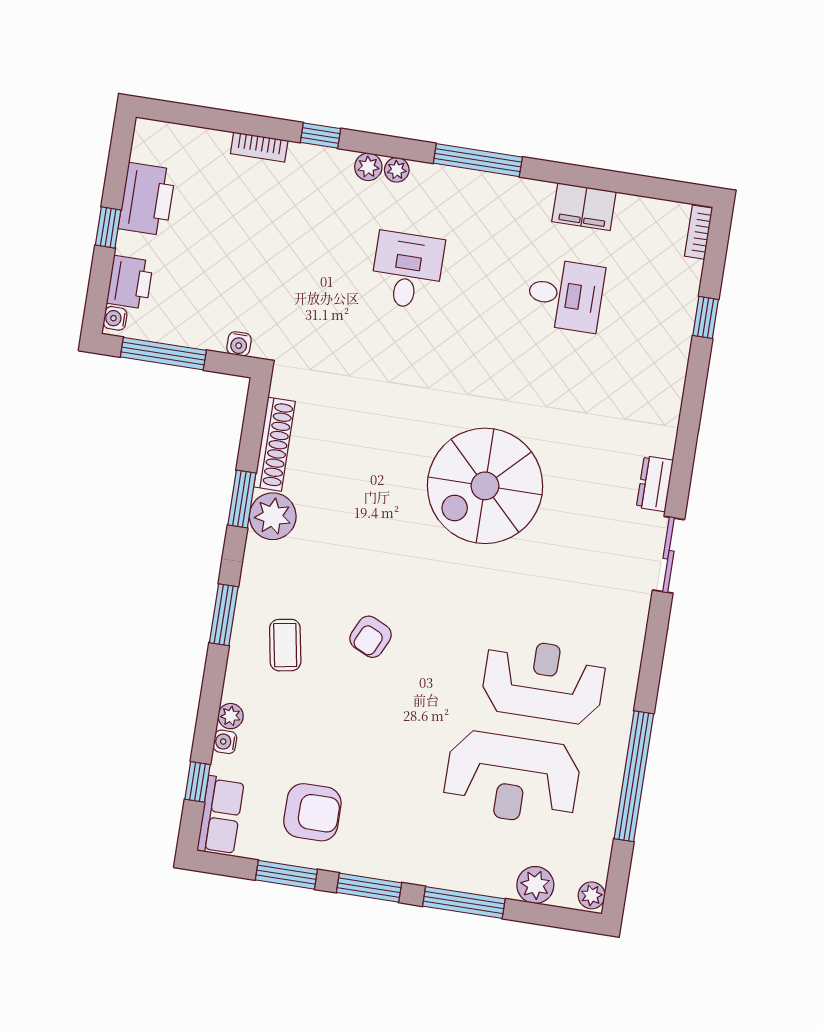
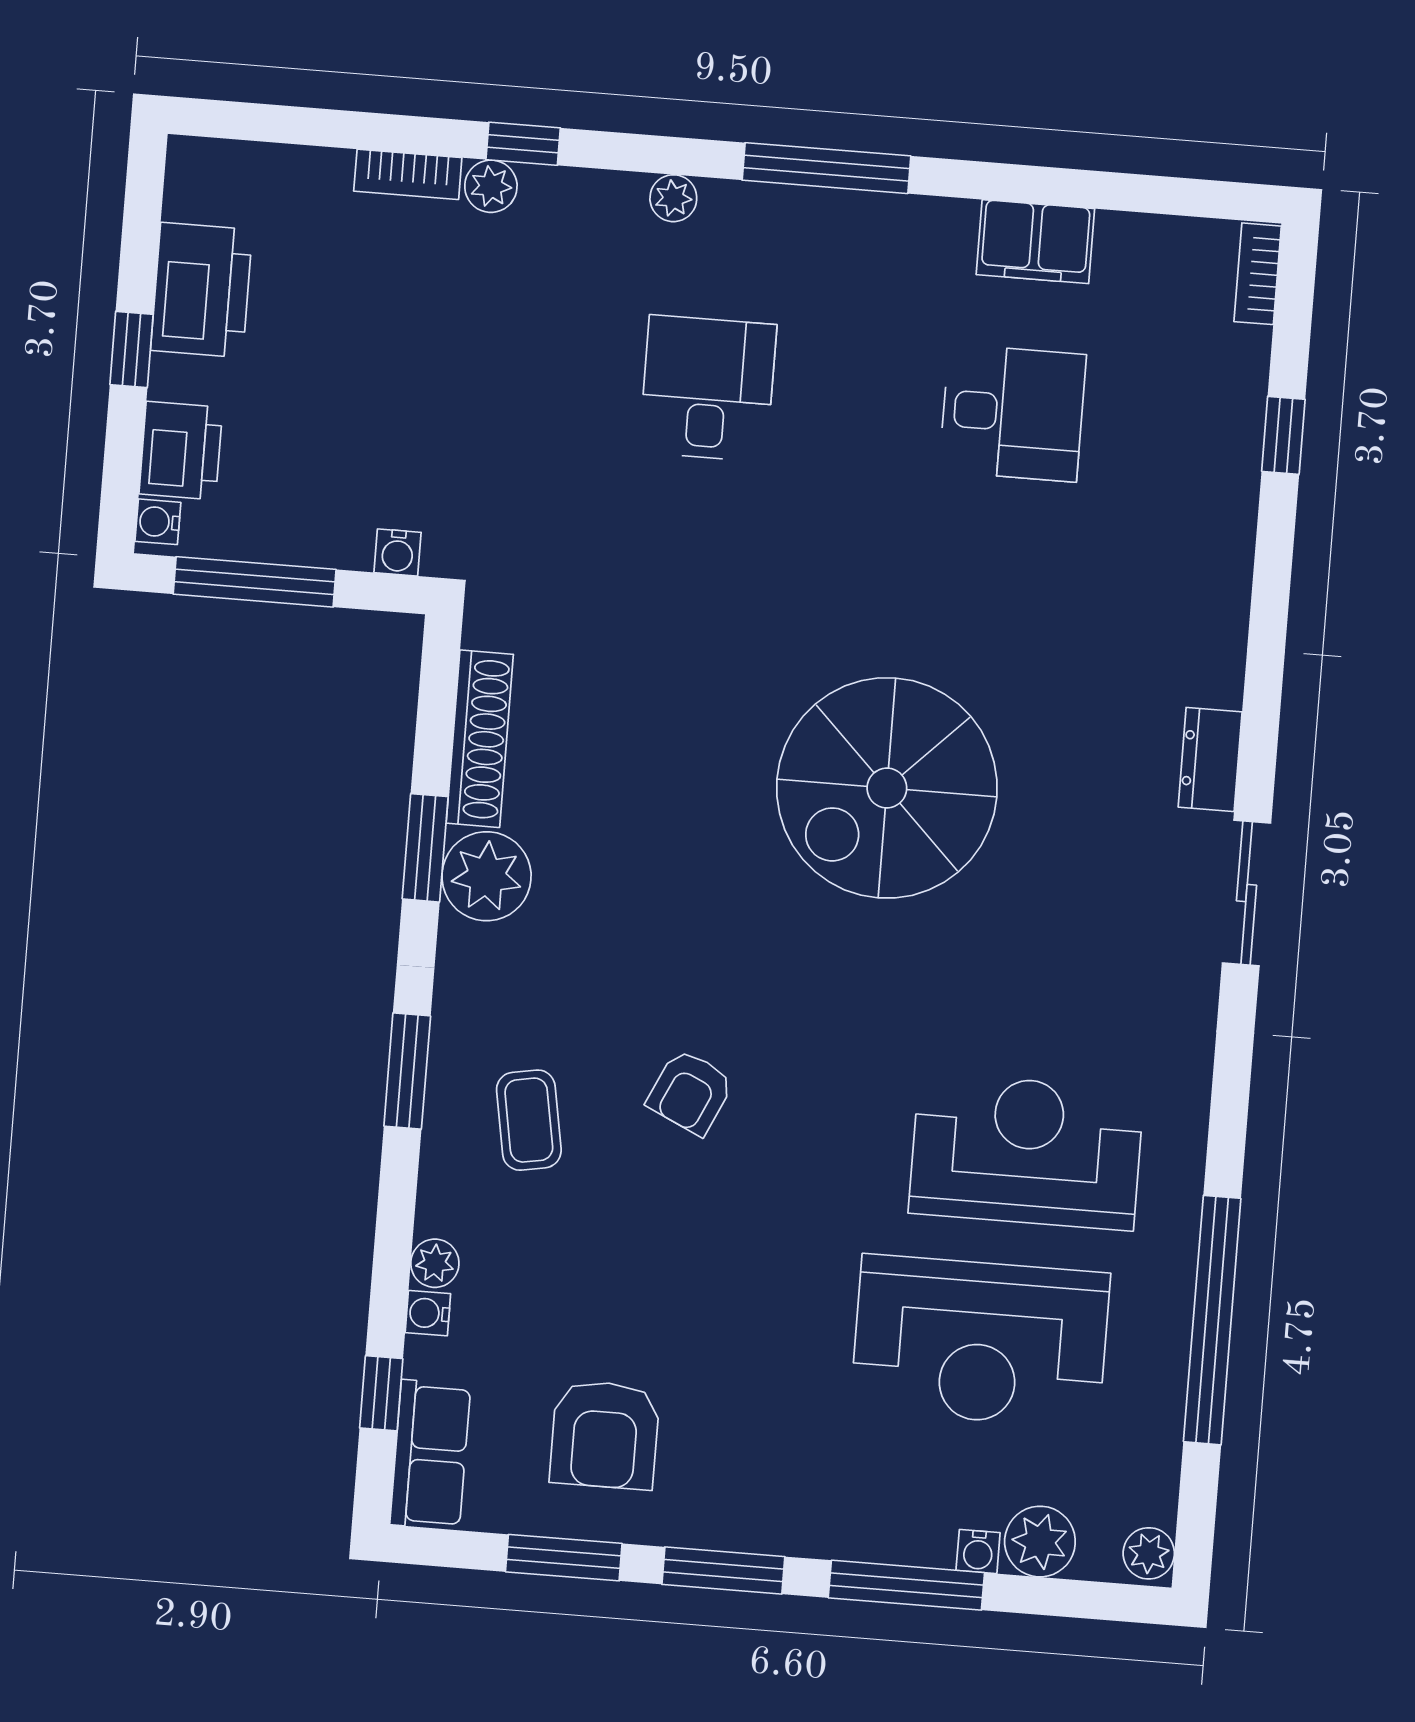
plant: (368, 167) -> (491, 186), moved
armchair: (312, 812) -> (605, 1435), turned 90
water cooler: (503, 888) -> (978, 1551), added

